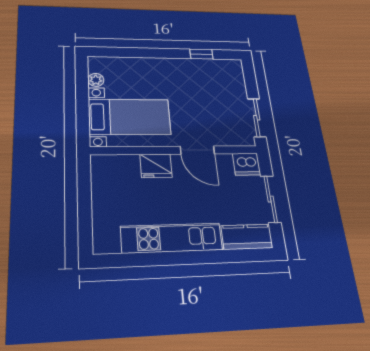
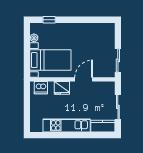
window: (201, 54) -> (49, 20), moved
door: (197, 150) -> (84, 79), swing flipped
dishwasher: (246, 164) -> (41, 88), moved

